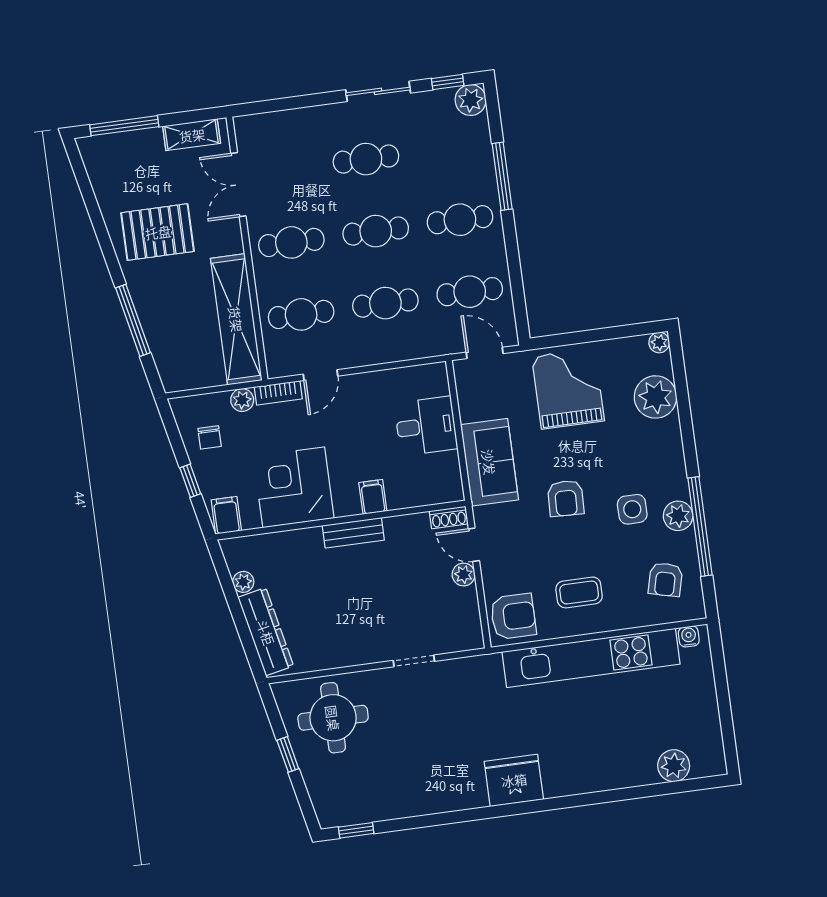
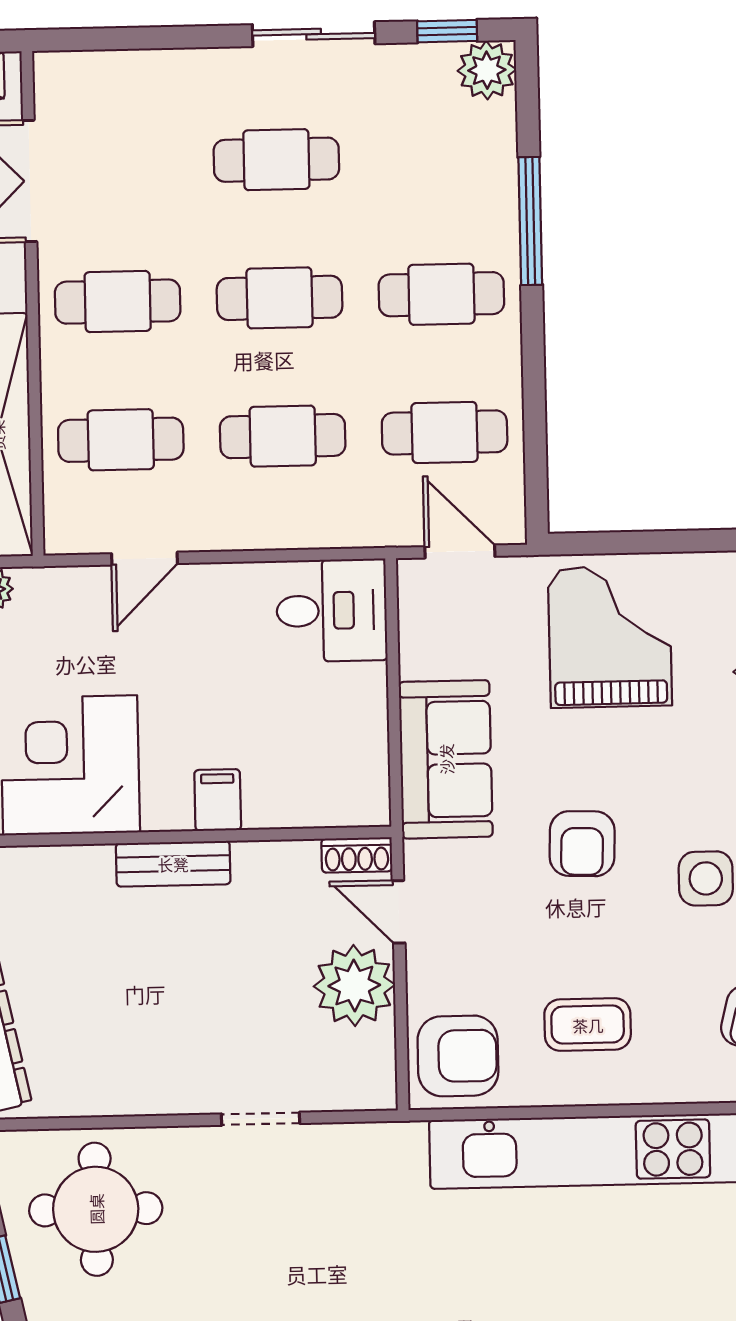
bookcase: (278, 393) -> (61, 583), removed
desk: (426, 426) -> (332, 610), moved
plant: (464, 574) -> (354, 985), width x1.87, depth x1.87

